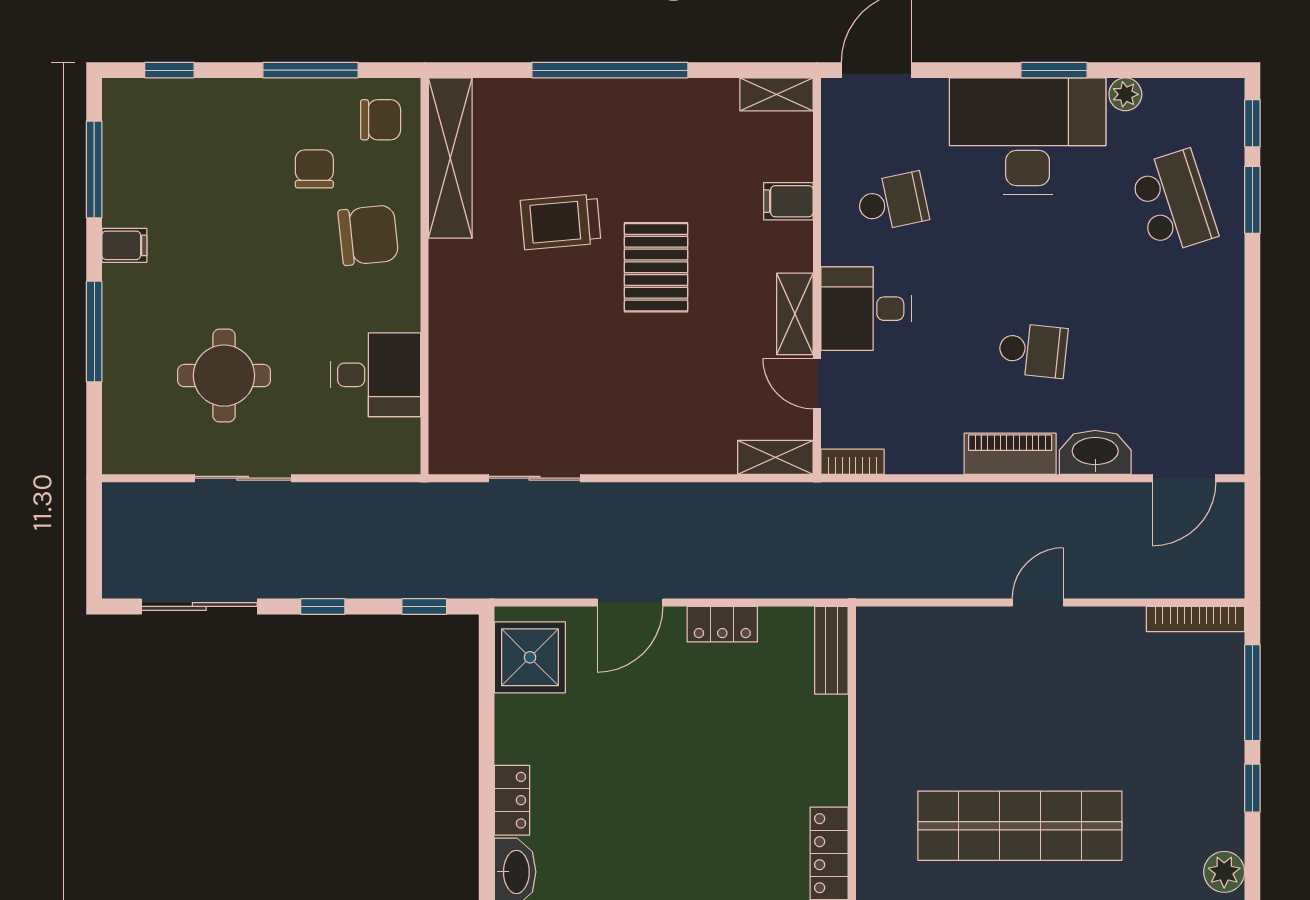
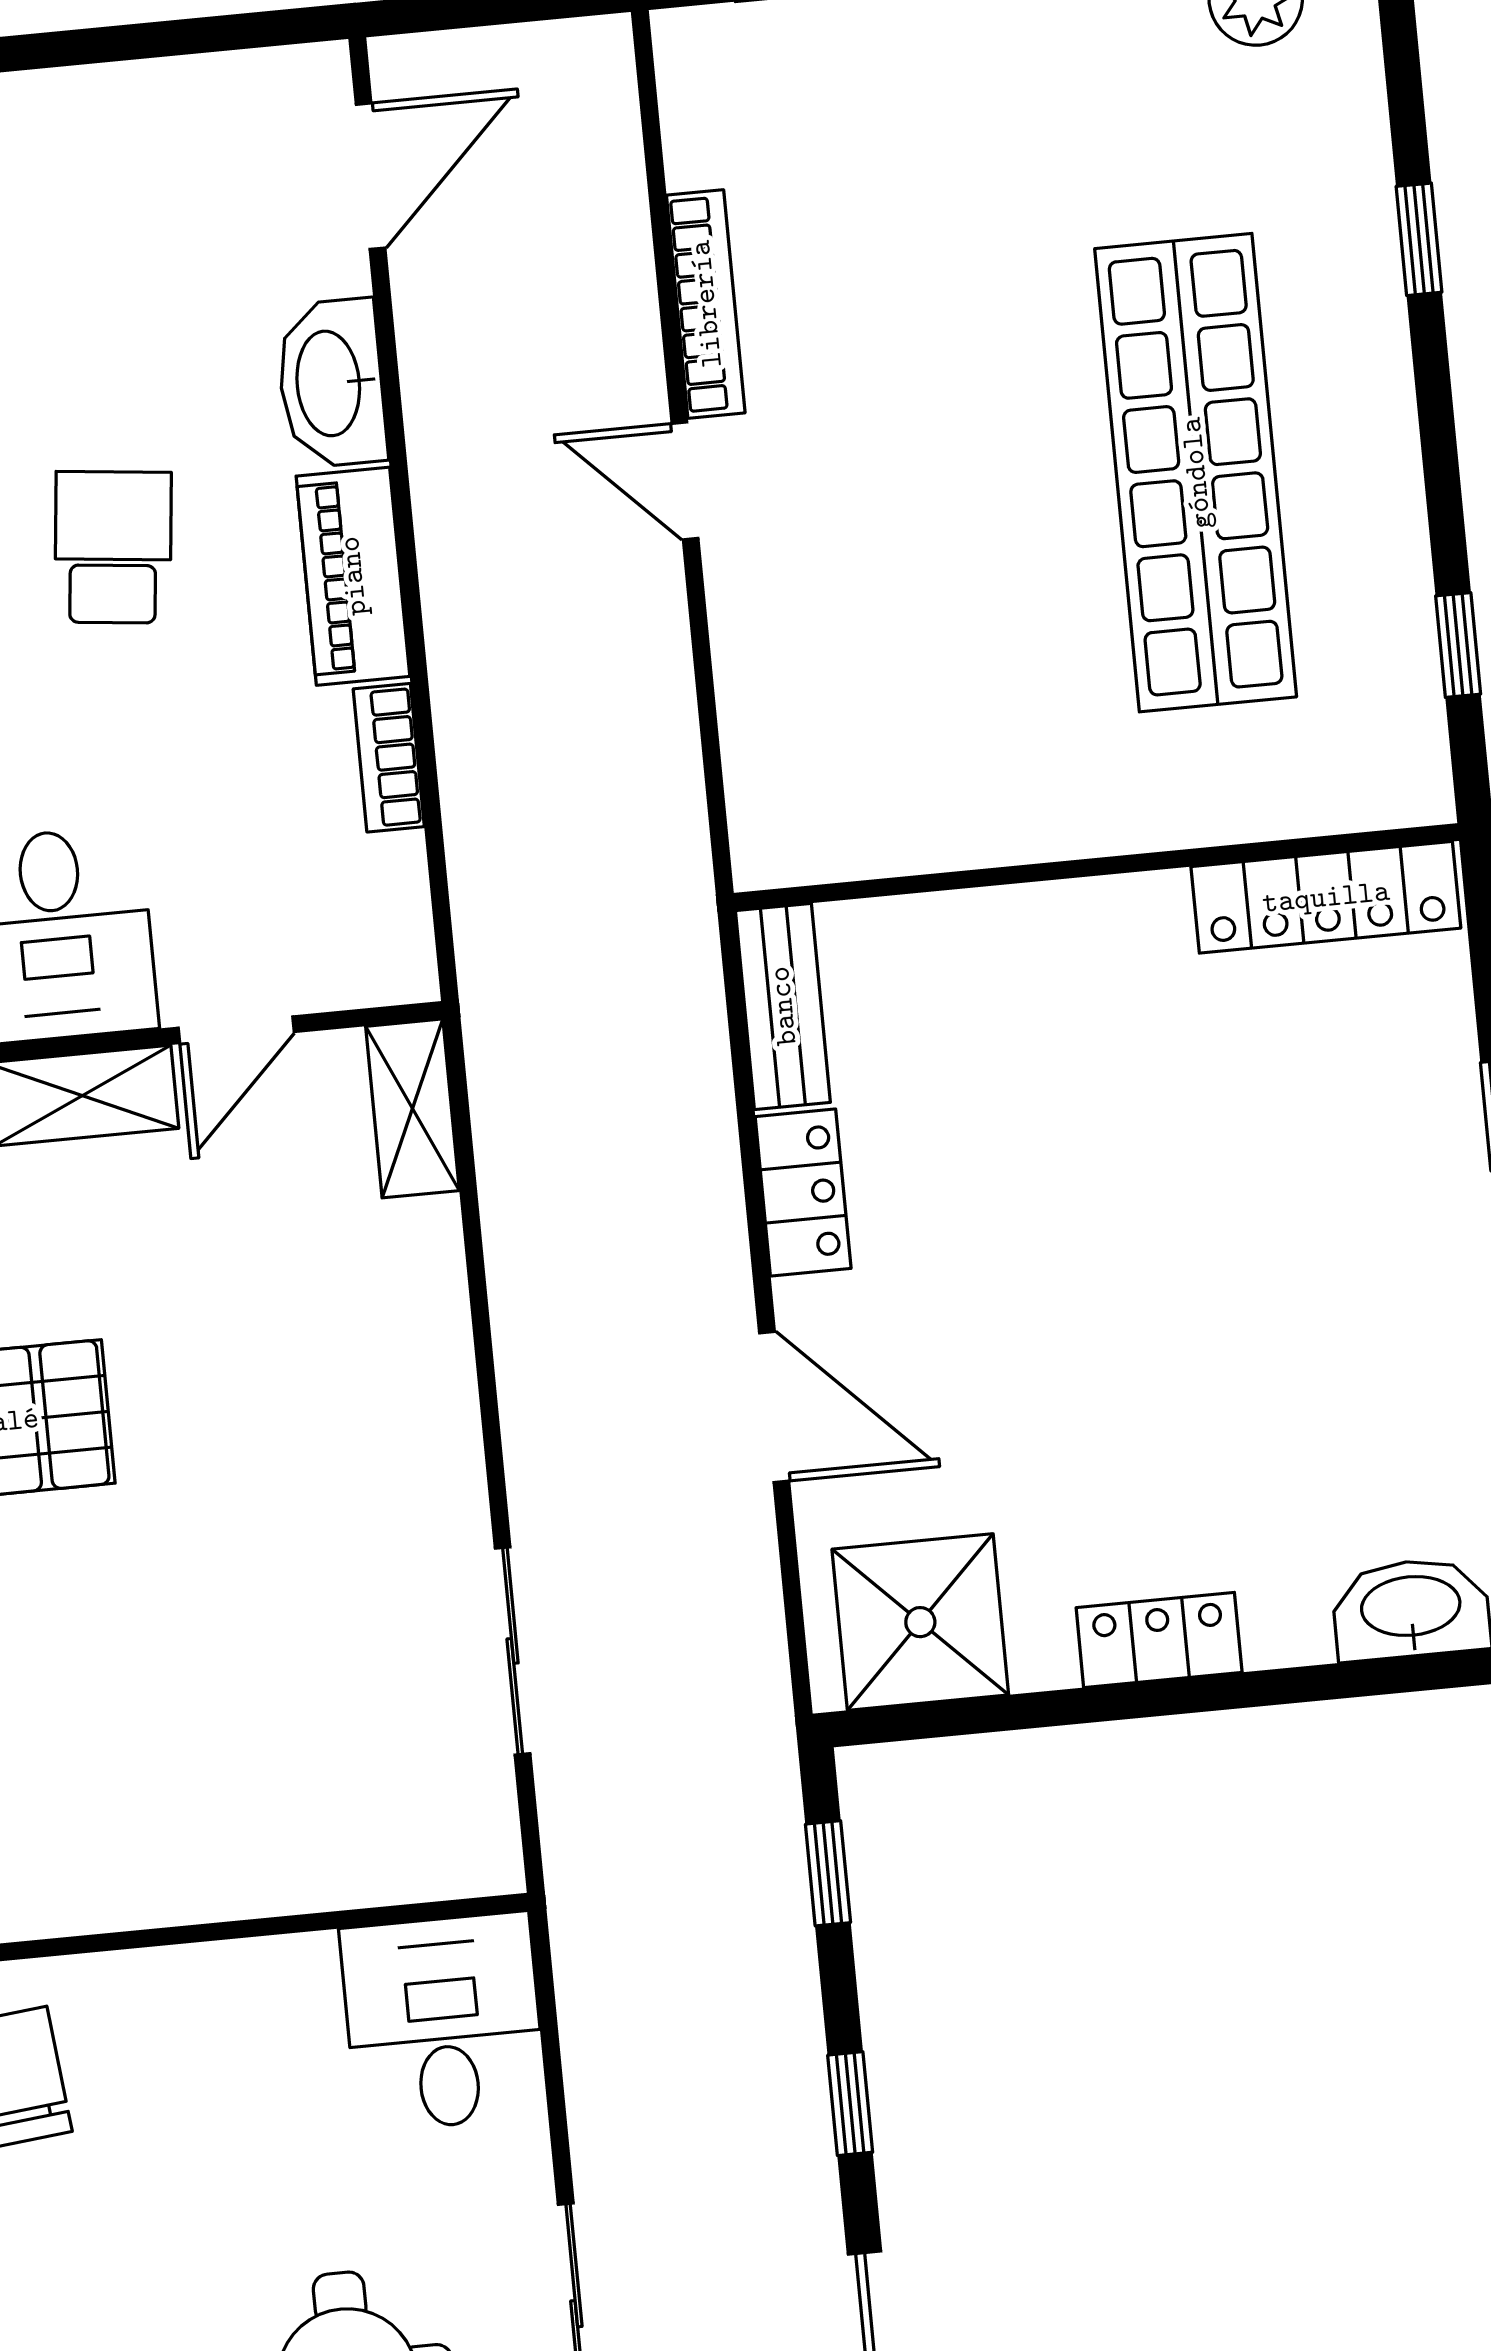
desk: (375, 375) -> (443, 2022), moved
bookcase: (853, 462) -> (389, 758), moved
door: (1184, 478) -> (371, 176), hinge flipped
bookcase: (1196, 619) -> (706, 304), moved
bench: (831, 650) -> (783, 1006), moved, turned 90
locker: (512, 800) -> (1159, 1640), moved

